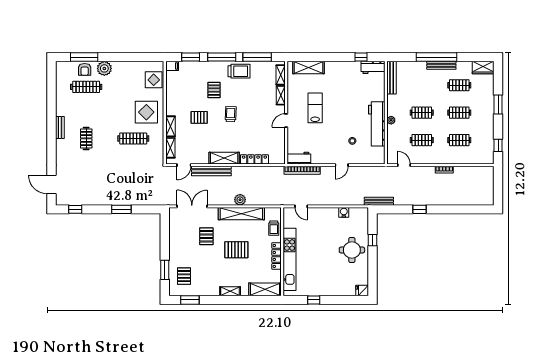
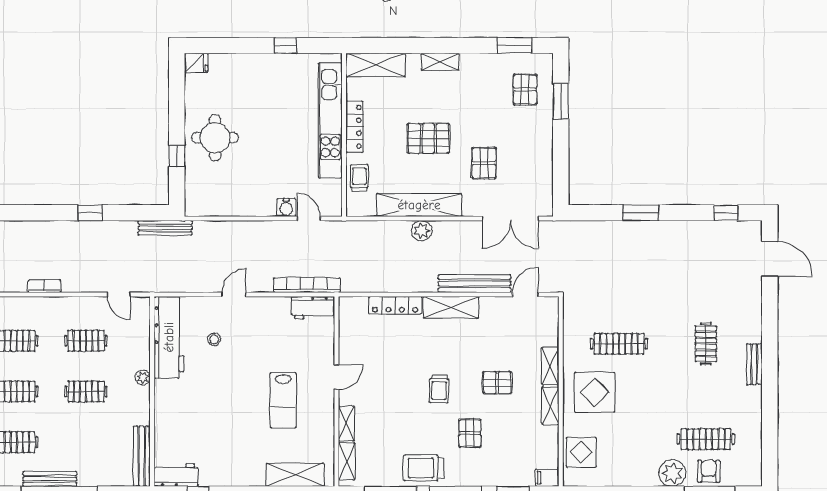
workbench: (377, 124) -> (169, 337), moved
shelving: (170, 148) -> (550, 406), moved
water cooler: (344, 212) -> (286, 207), moved

